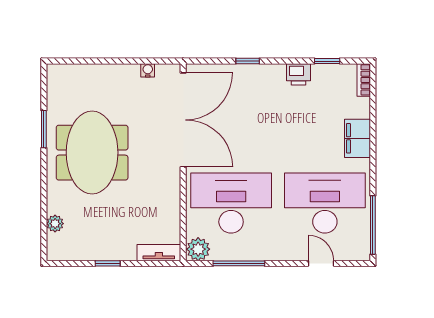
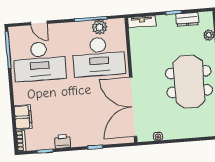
filing cabinet: (357, 138) -> (23, 117), moved
plant: (198, 249) -> (99, 27), moved
dresser: (87, 251) -> (187, 19), added

